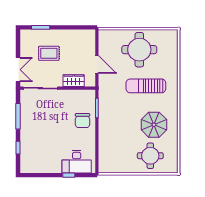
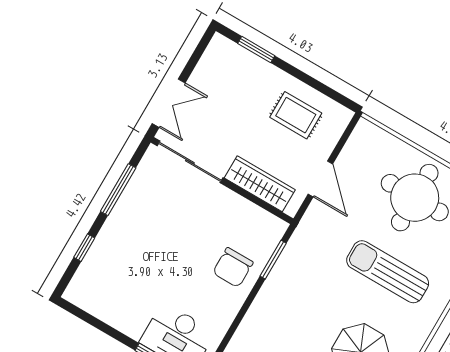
rug: (49, 53) -> (296, 115), moved
wardrobe: (74, 81) -> (260, 184), width x1.50

